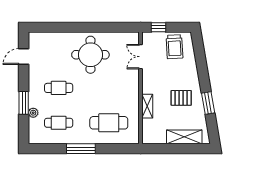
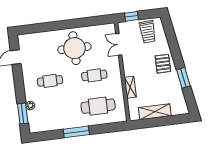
pallet: (181, 98) -> (163, 64), moved, turned 90
window: (24, 103) -> (23, 113), moved
cafe table: (59, 123) -> (94, 75), moved
shelving: (184, 137) -> (155, 112), moved

